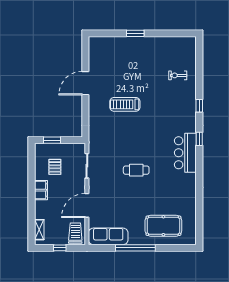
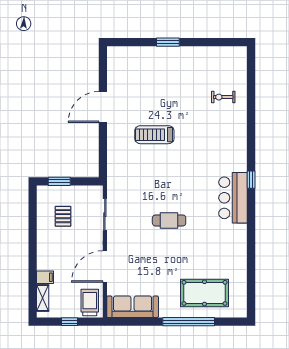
window: (199, 106) -> (251, 136), removed
filing cabinet: (41, 190) -> (45, 277), moved, width x0.50
window: (135, 248) -> (189, 322), moved

